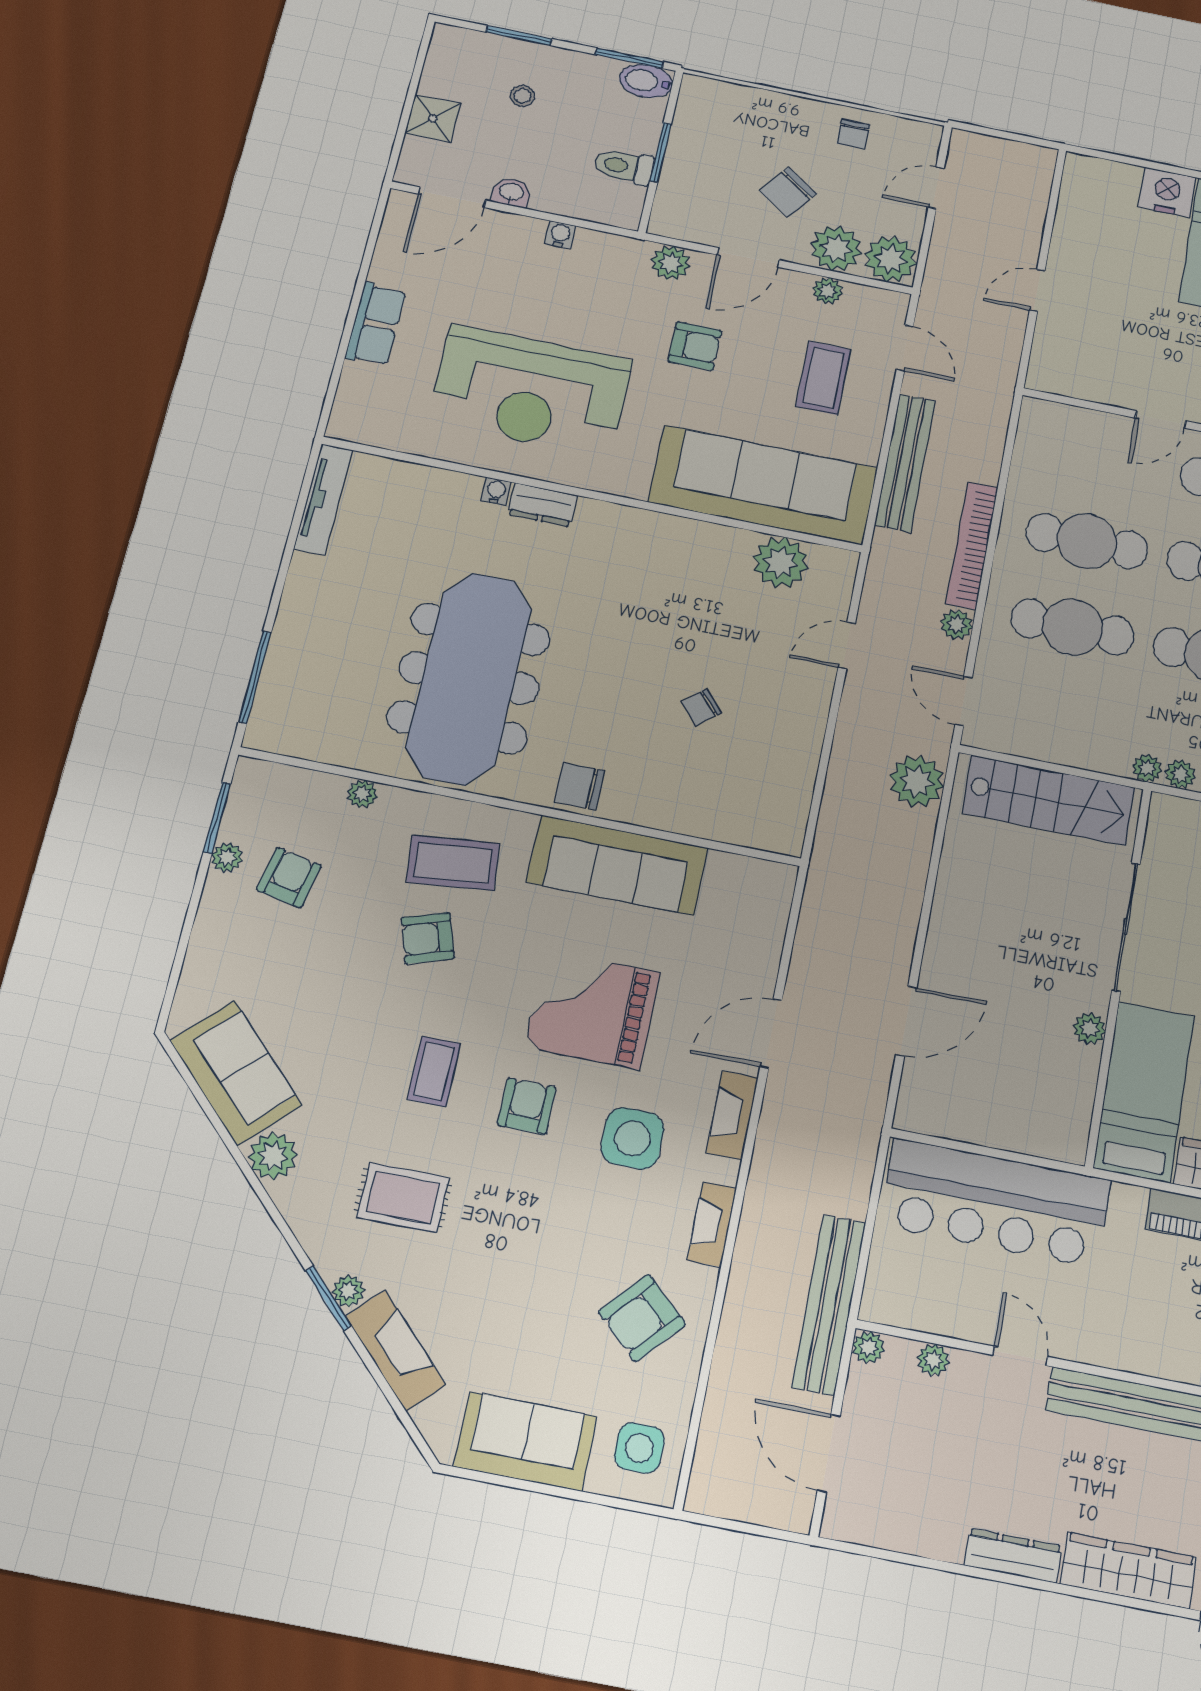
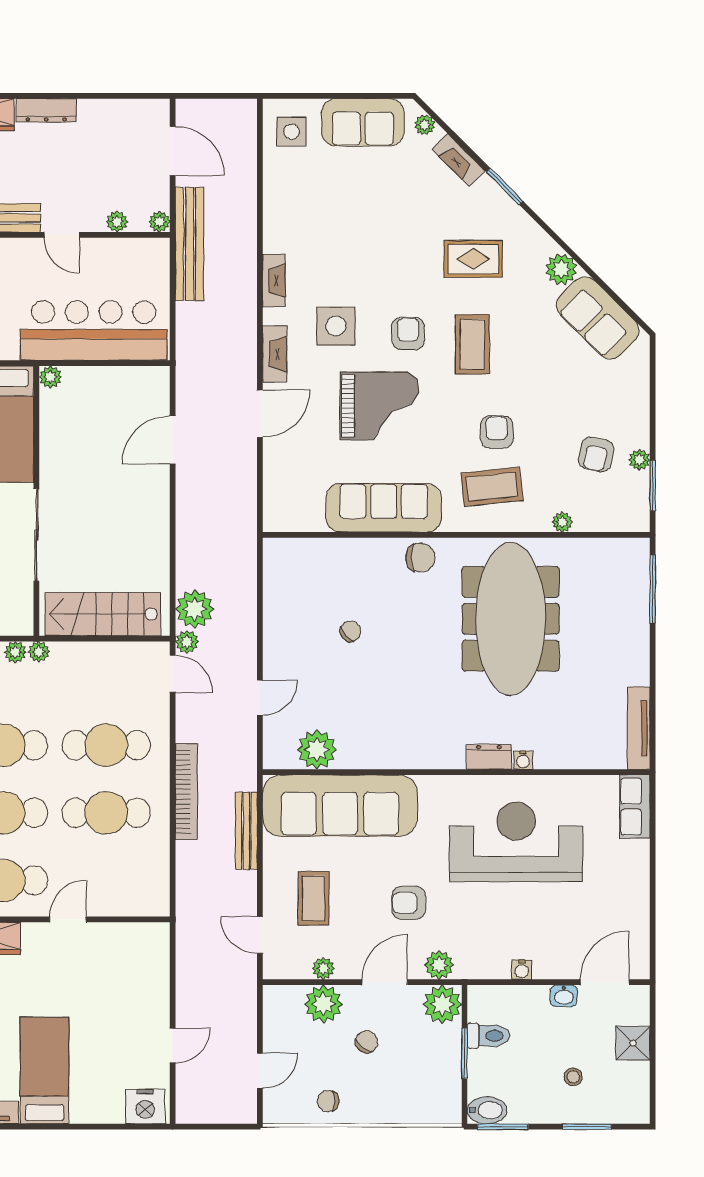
chair: (853, 134) -> (328, 1101), turned -90
chair: (788, 192) -> (367, 1042), width x0.73, depth x0.73
nightstand: (1167, 192) -> (145, 1106), moved
plant: (891, 259) -> (442, 1004), moved
door: (1037, 290) -> (173, 1046), moved
row of seats: (376, 324) -> (635, 807), moved
bench: (905, 463) -> (246, 831), width x0.73, depth x0.82
plant: (957, 624) -> (187, 642), moved
armchair: (428, 938) -> (497, 432), turned -72
plant: (1089, 1029) -> (50, 377), moved
coffee table: (434, 1071) -> (472, 344), width x1.36, depth x1.30
armchair: (527, 1106) -> (408, 334), turned 180
plant: (348, 1291) -> (425, 125), moved
armchair: (642, 1318) -> (306, 212), removed
fireplace: (395, 1350) -> (458, 160), width x0.73, depth x0.76

